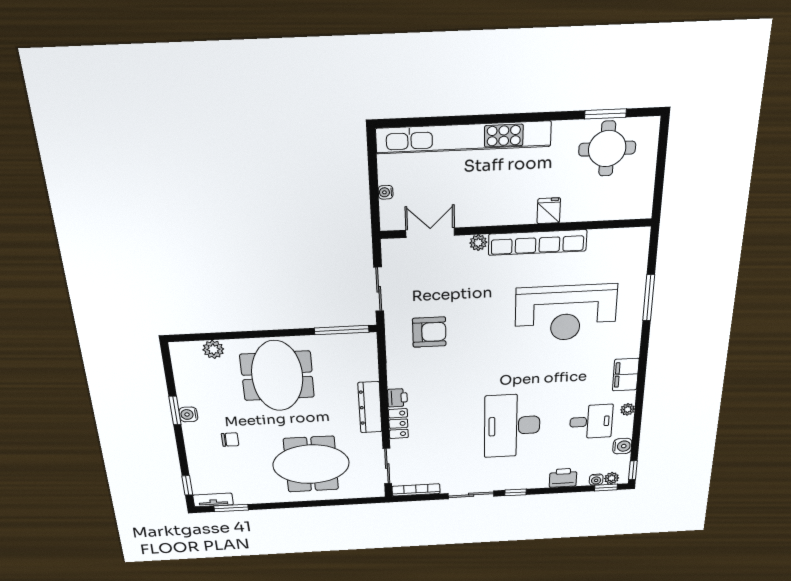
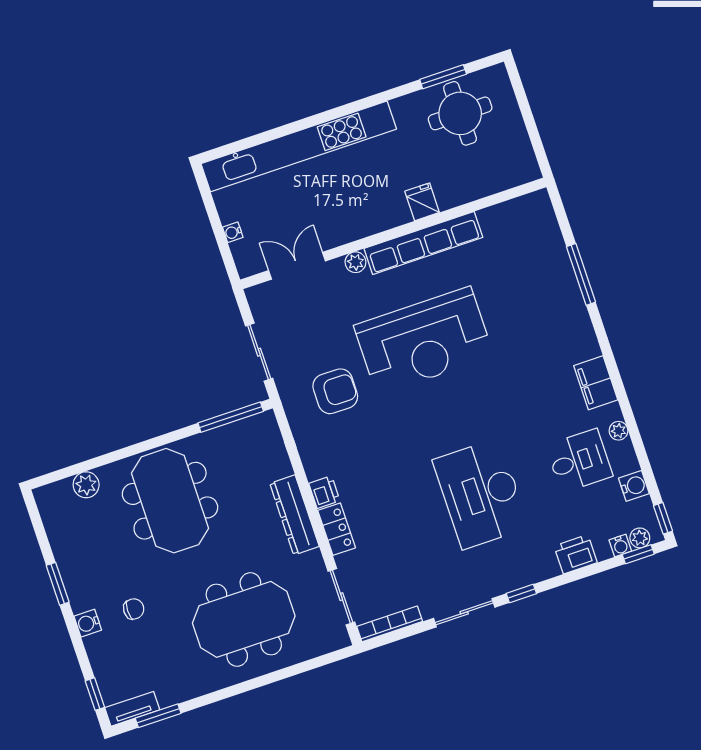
reception desk: (566, 313) -> (424, 341), moved
water cooler: (188, 414) -> (88, 623), moved

